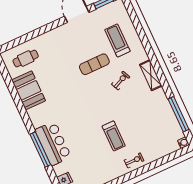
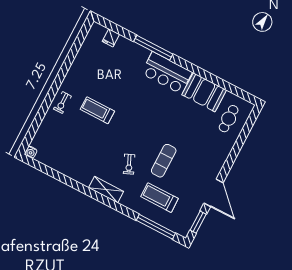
treadmill: (117, 40) -> (160, 198), turned 180
window: (179, 114) -> (156, 227), moved
bar counter: (53, 143) -> (167, 73), moved

